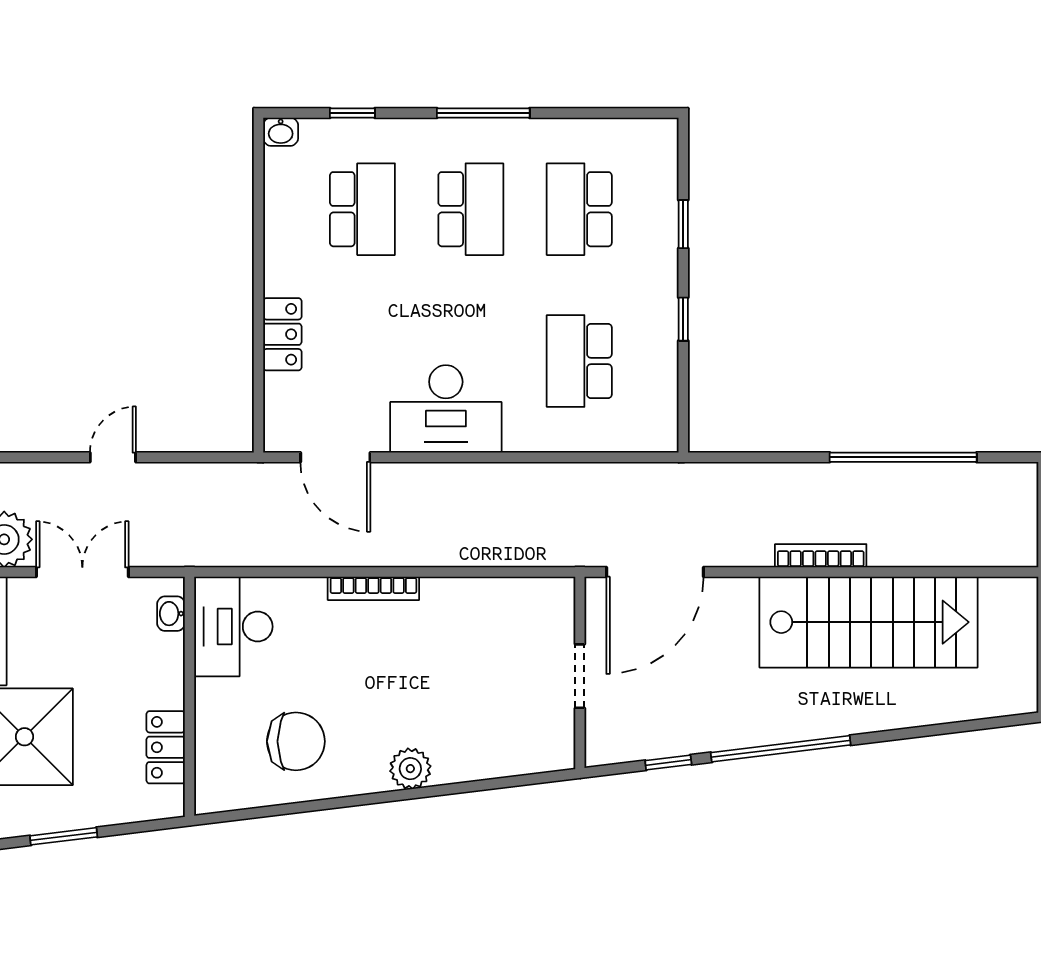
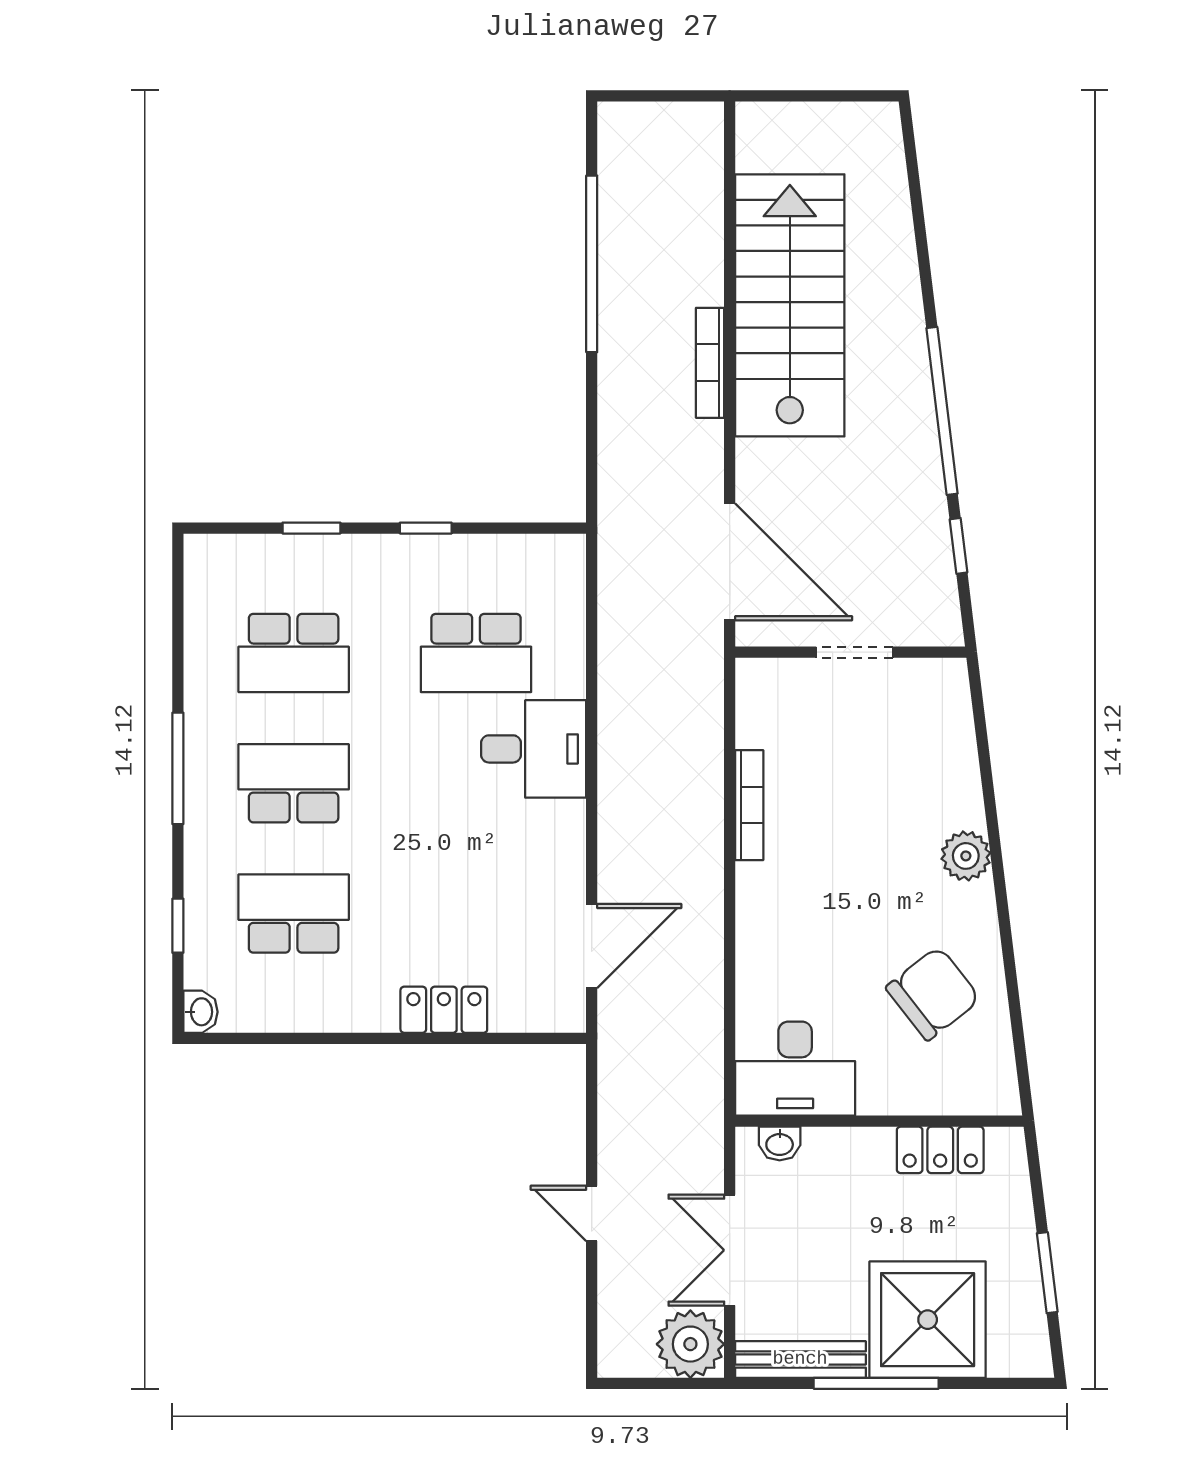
desk: (446, 409) -> (534, 749), moved, width x0.73
bookcase: (373, 588) -> (749, 805), moved
chair: (296, 741) -> (933, 993), turned 52

